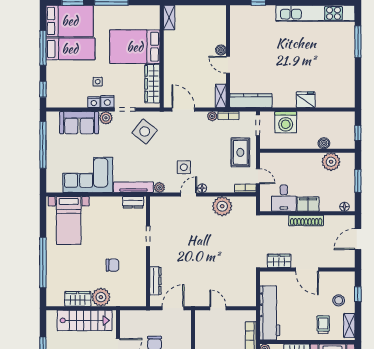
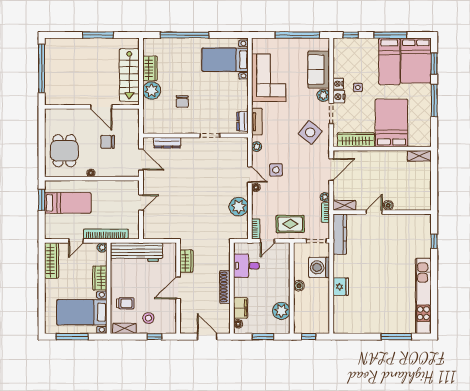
boiler: (324, 143) -> (299, 286), moved
tv unit: (133, 187) -> (257, 122), width x0.71
filing cabinet: (308, 204) -> (241, 308), moved

